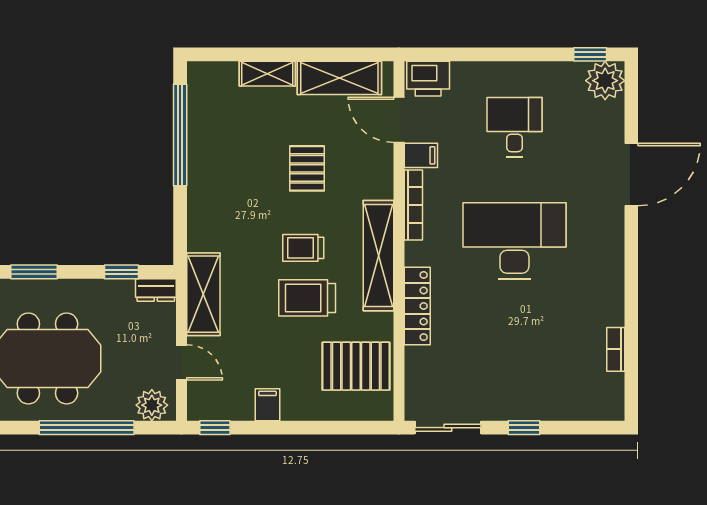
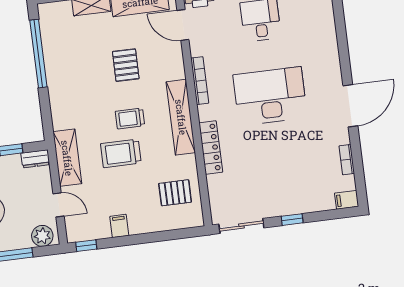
filing cabinet: (421, 155) -> (347, 200), moved, turned 180
door: (631, 174) -> (350, 106), moved
trolley: (307, 298) -> (121, 153), moved
pallet: (356, 366) -> (175, 193), width x0.67, depth x0.71

